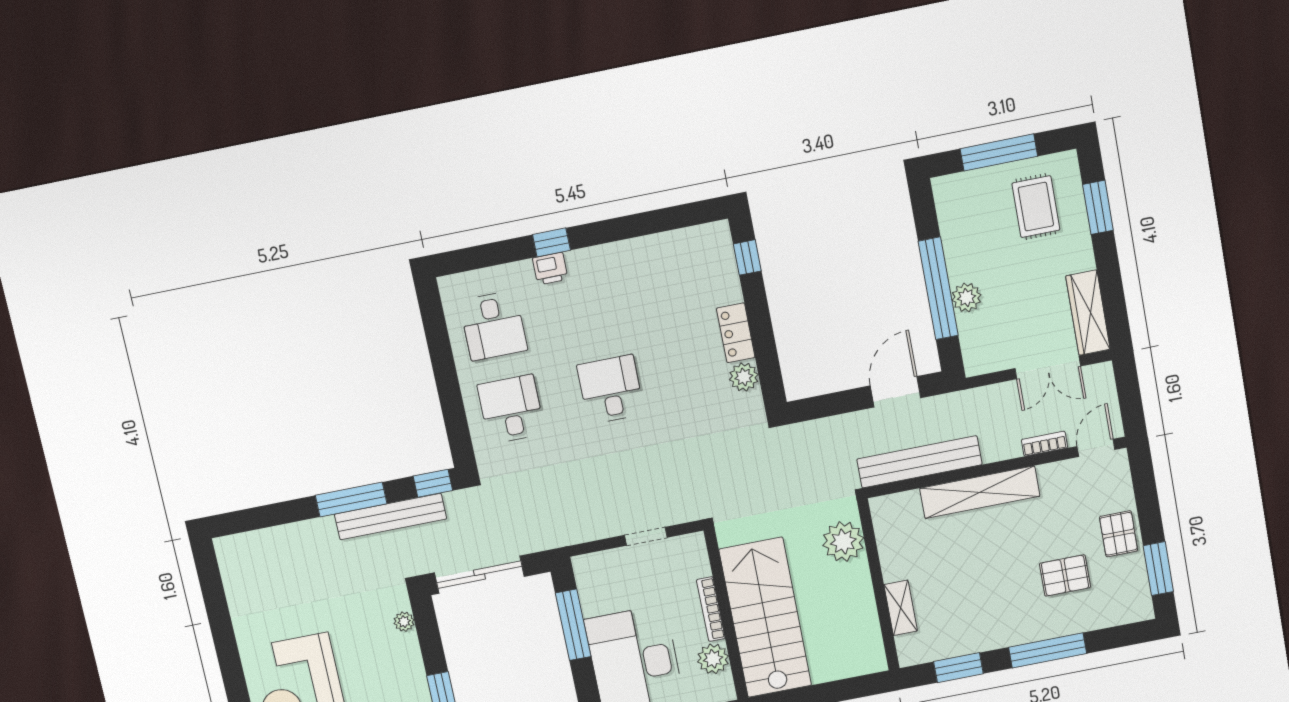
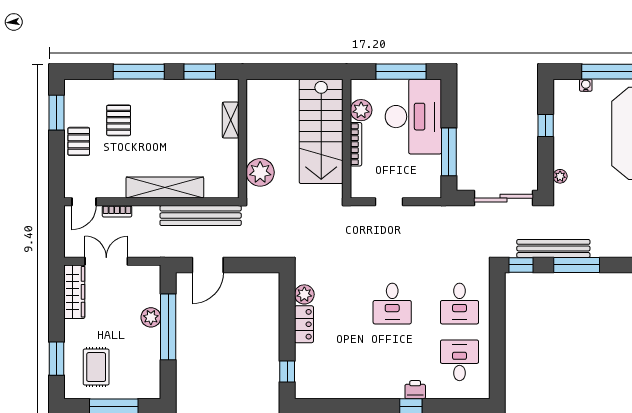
pallet: (1065, 575) -> (119, 120), turned 90

